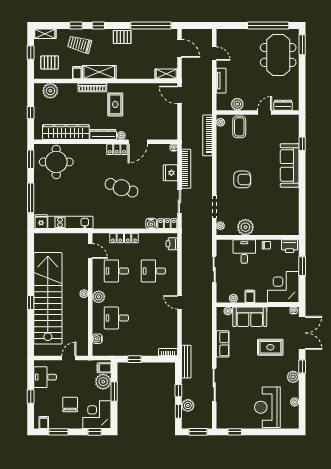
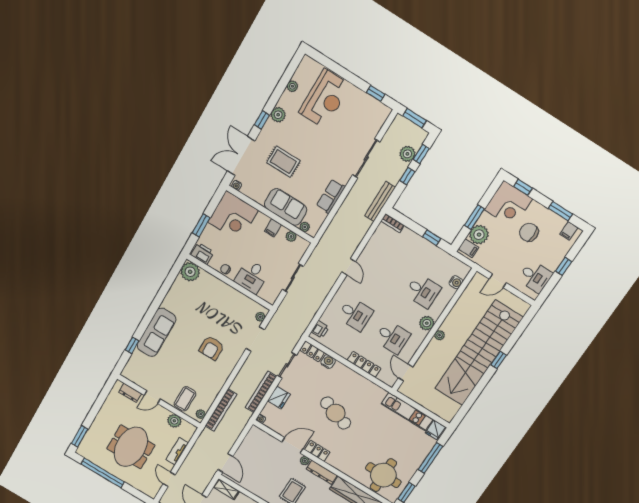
meeting table: (278, 55) -> (131, 447), moved
armchair: (242, 179) -> (212, 348), turned -90
plant: (245, 227) -> (190, 272), moved
chair: (70, 405) -> (529, 232), turned 90

